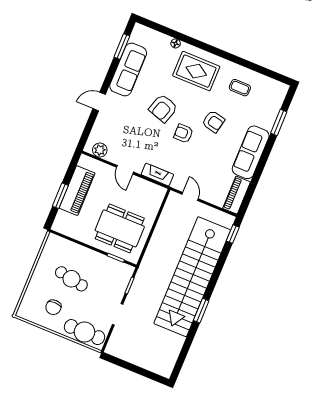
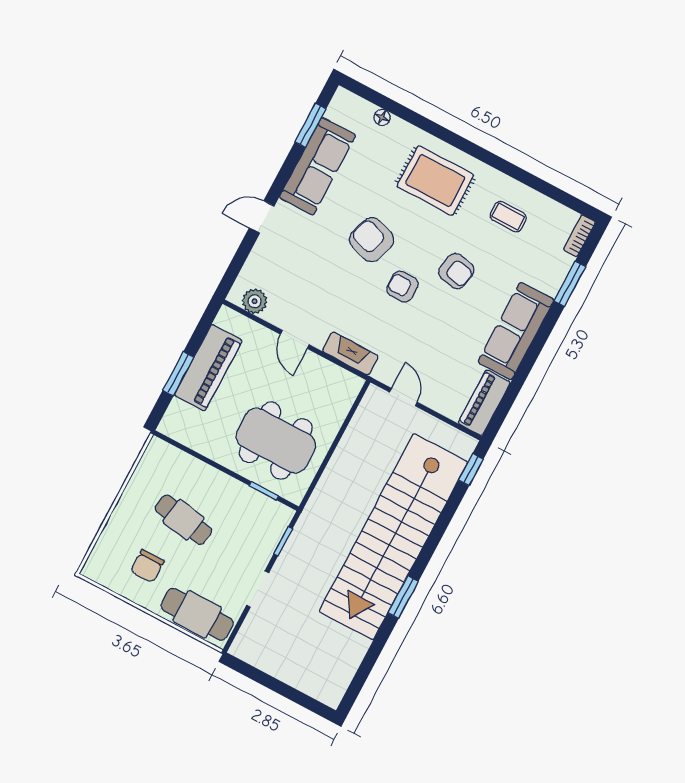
floor lamp: (176, 43) -> (382, 117), moved
bookcase: (282, 95) -> (579, 236), added
armchair: (163, 108) -> (372, 240), turned 90

